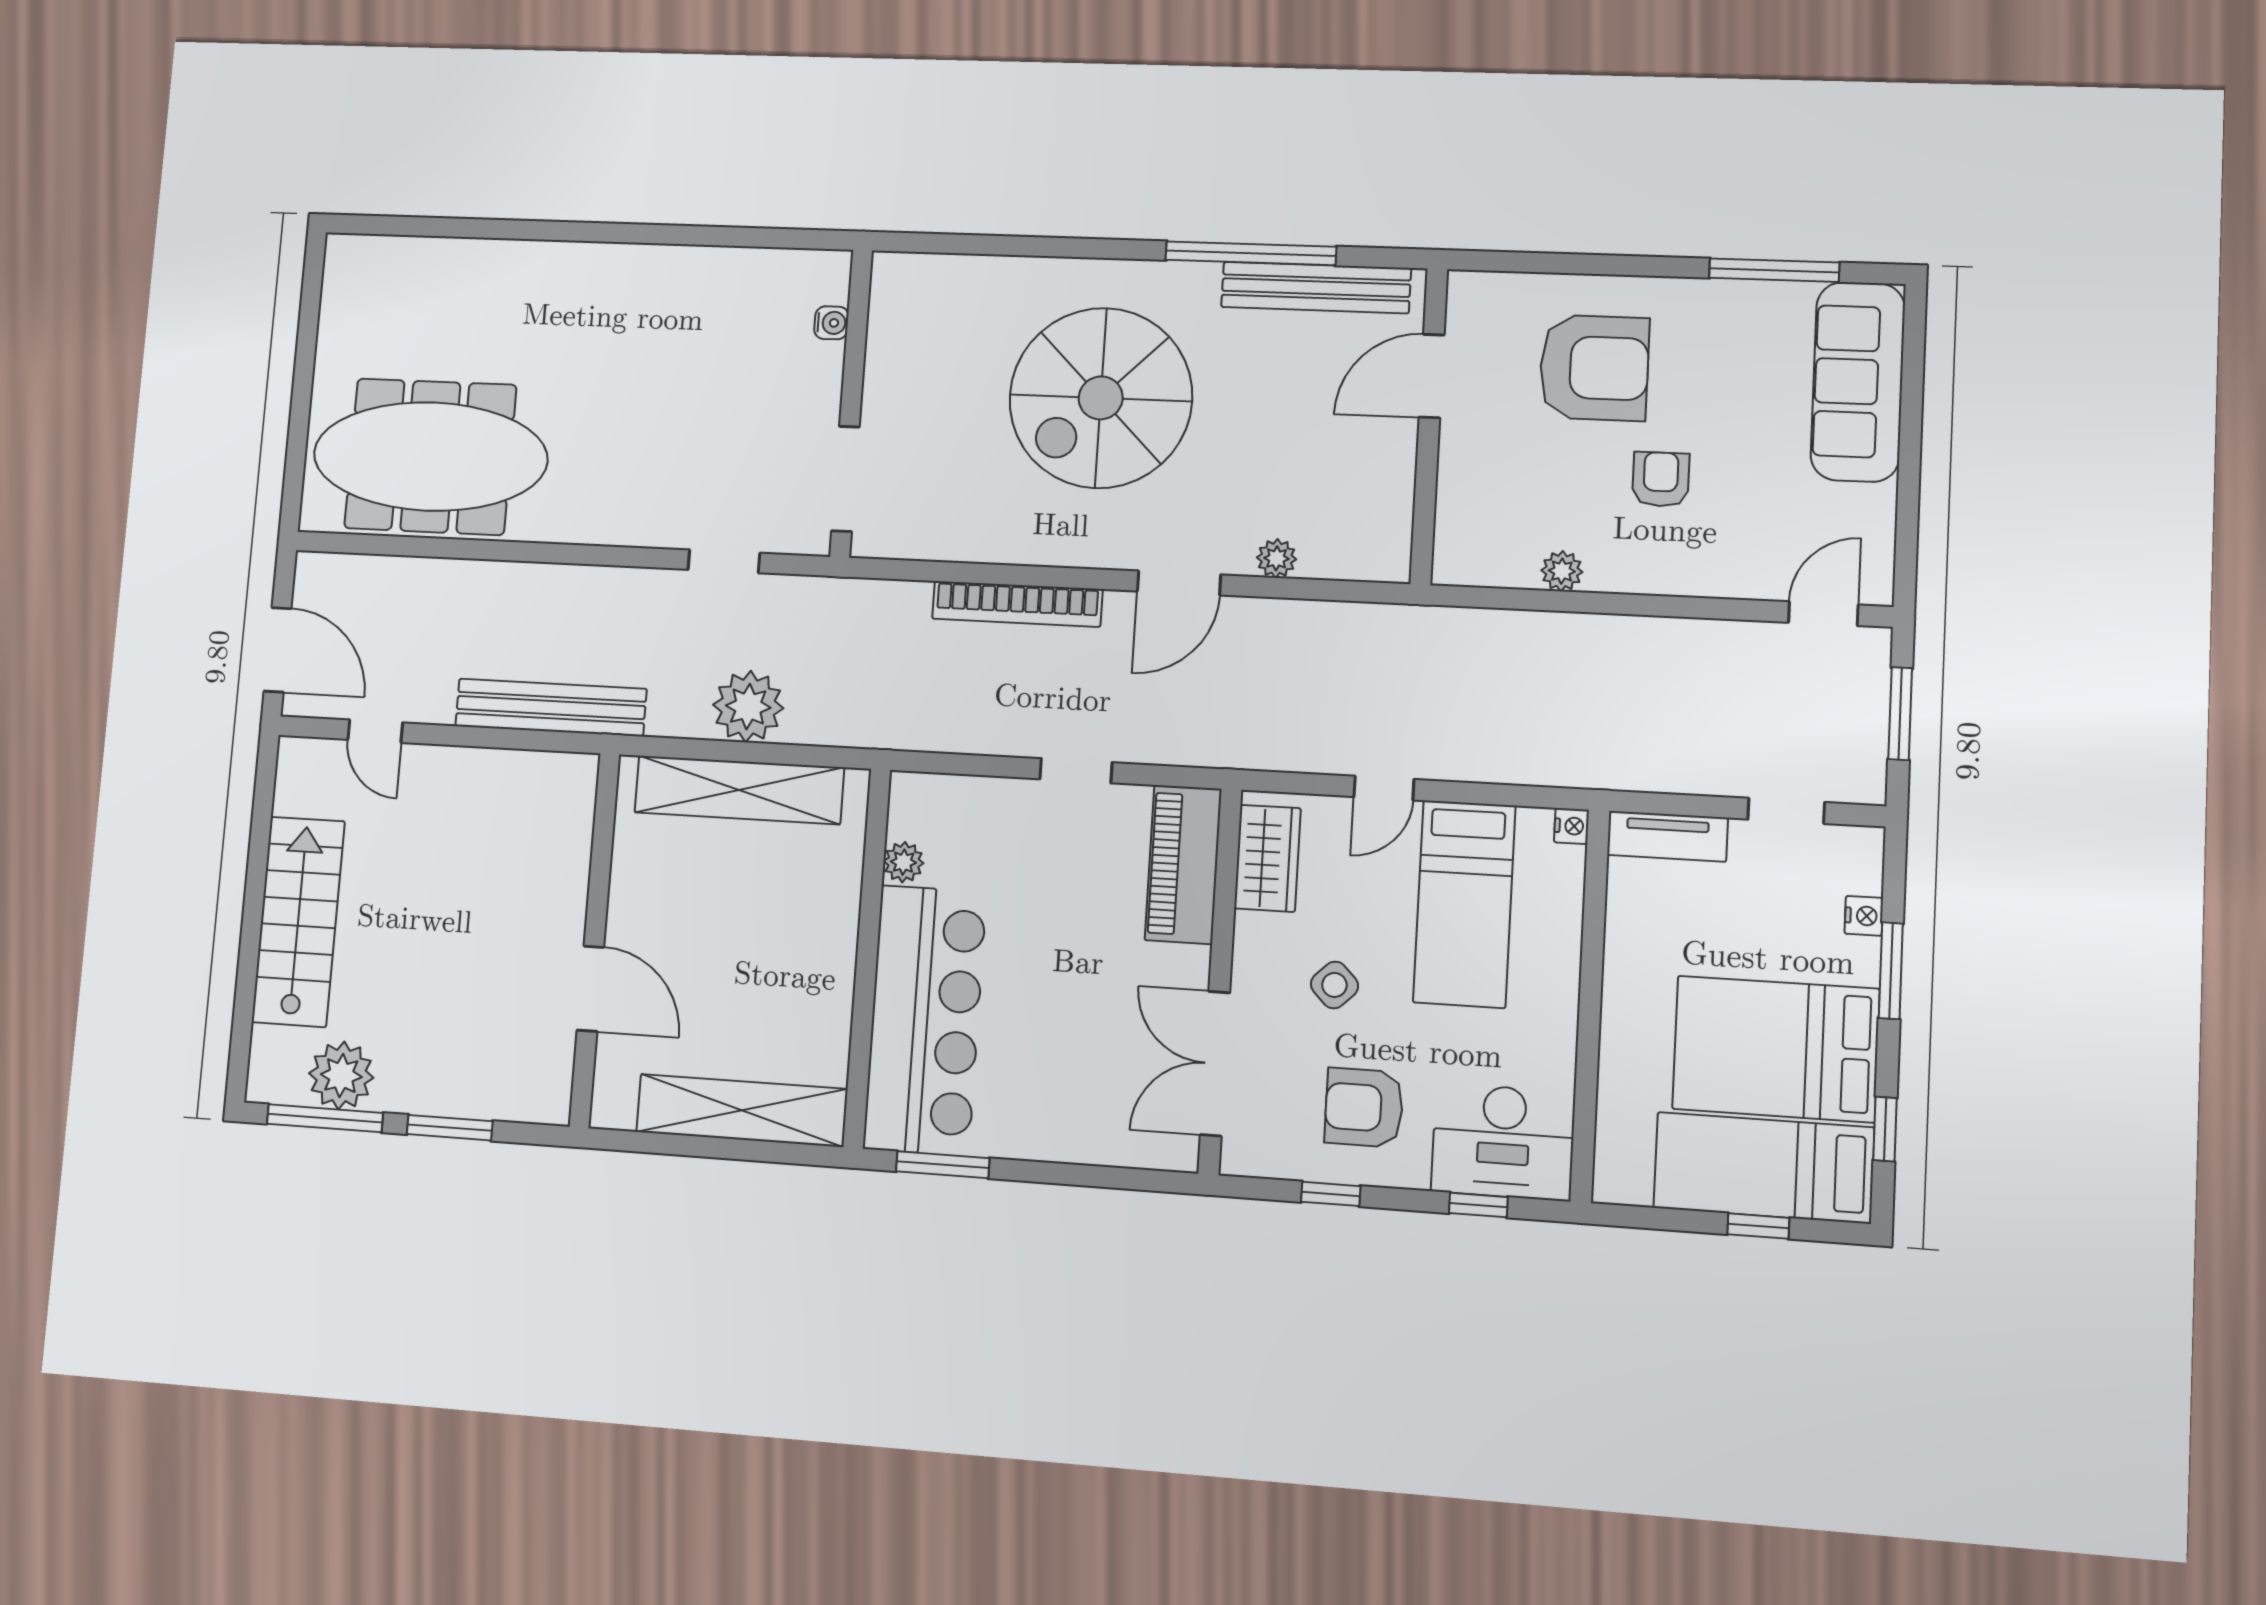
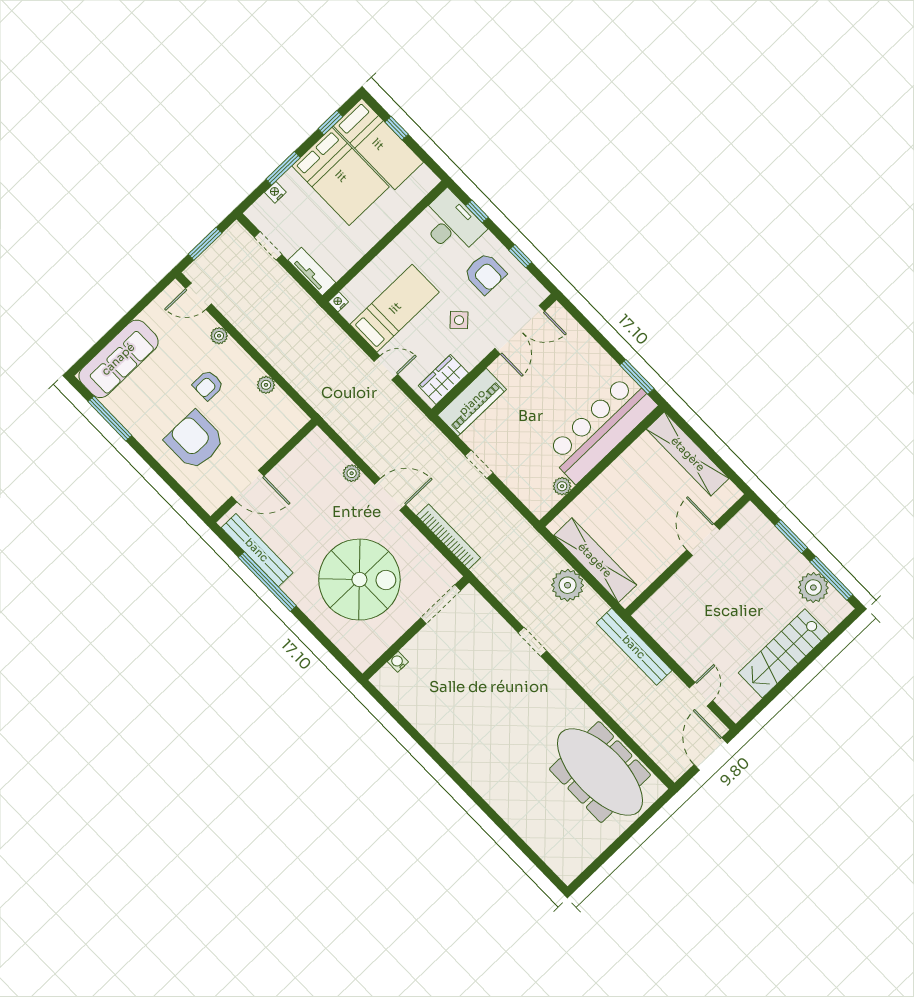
water cooler: (831, 323) -> (398, 662), moved
wall: (851, 403) -> (416, 628), moved
doorway: (845, 479) -> (441, 604), moved
plant: (1722, 579) -> (219, 336), added

